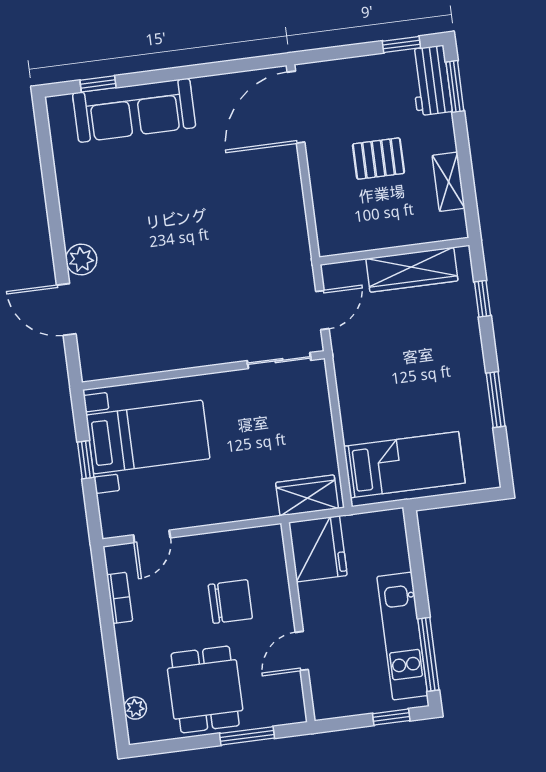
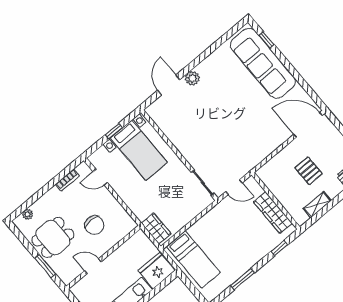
sofa: (134, 110) -> (263, 63), width x1.36, depth x1.27
fridge: (318, 549) -> (157, 271), moved, turned 180

